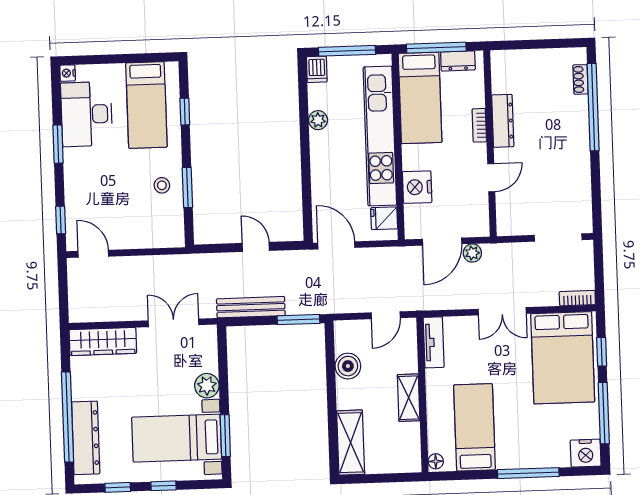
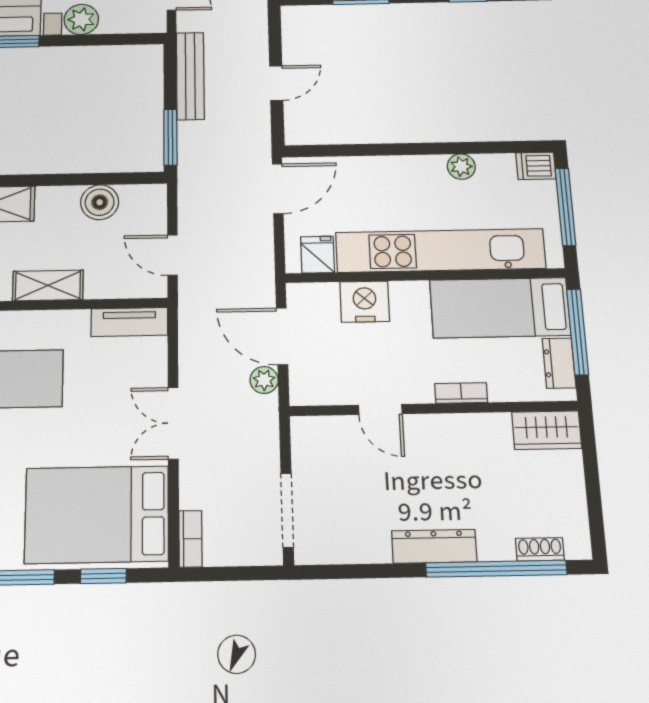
wardrobe: (503, 71) -> (547, 430), added
dresser: (503, 121) -> (434, 546), moved, turned 180

